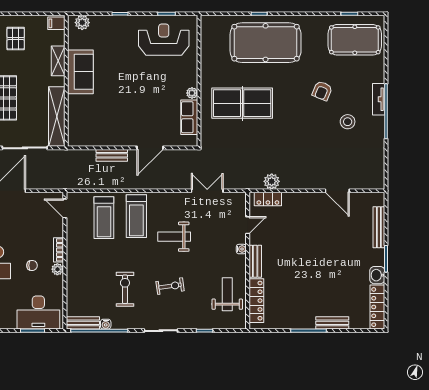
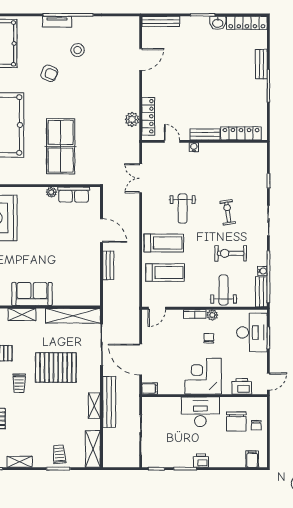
locker: (268, 199) -> (148, 116), width x1.53
bench: (379, 227) -> (161, 21), moved
weight bench: (227, 294) -> (224, 290), moved, turned 90

